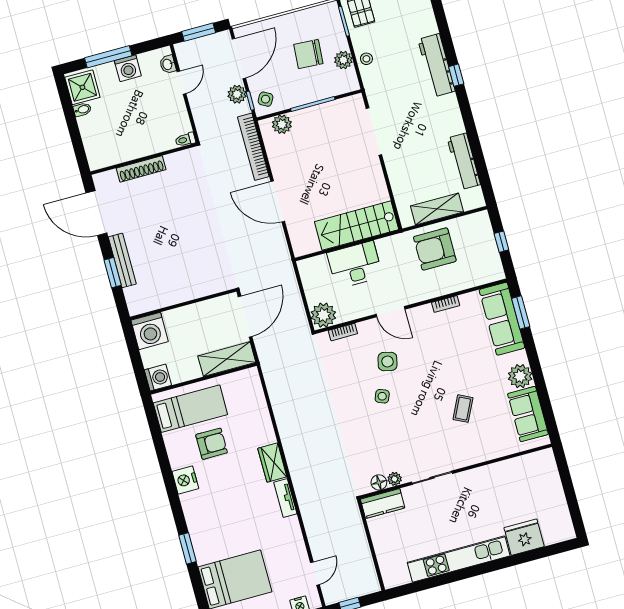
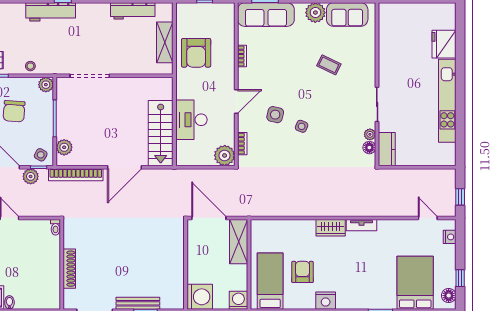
plant: (343, 60) -> (46, 85), moved
stairs: (357, 226) -> (161, 133), moved

